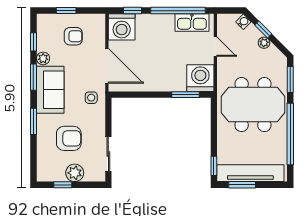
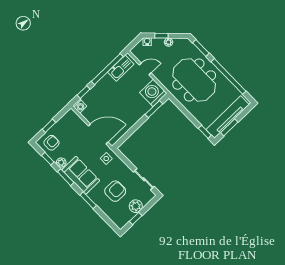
washing machine: (122, 27) -> (80, 106), width x0.53, depth x0.53
armchair: (73, 36) -> (51, 143), moved
meeting table: (253, 105) -> (194, 80), turned 90

